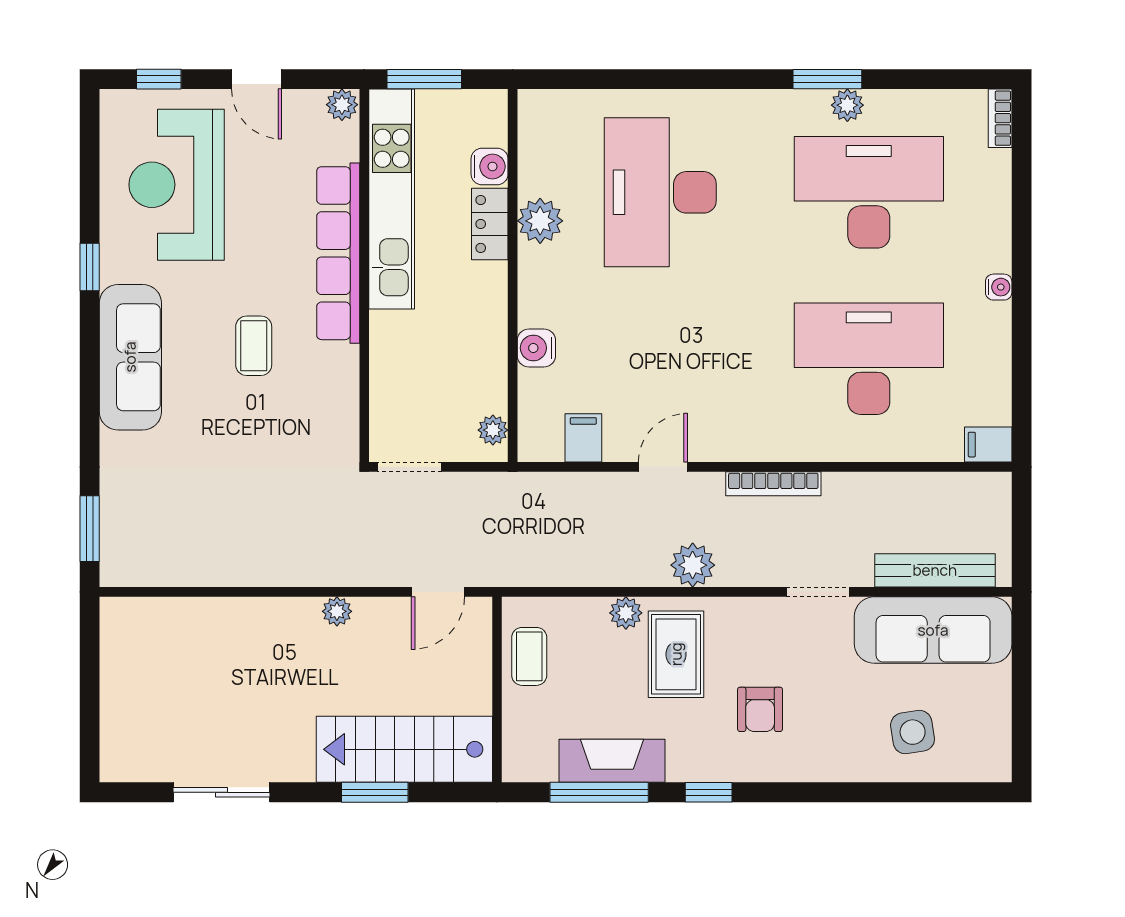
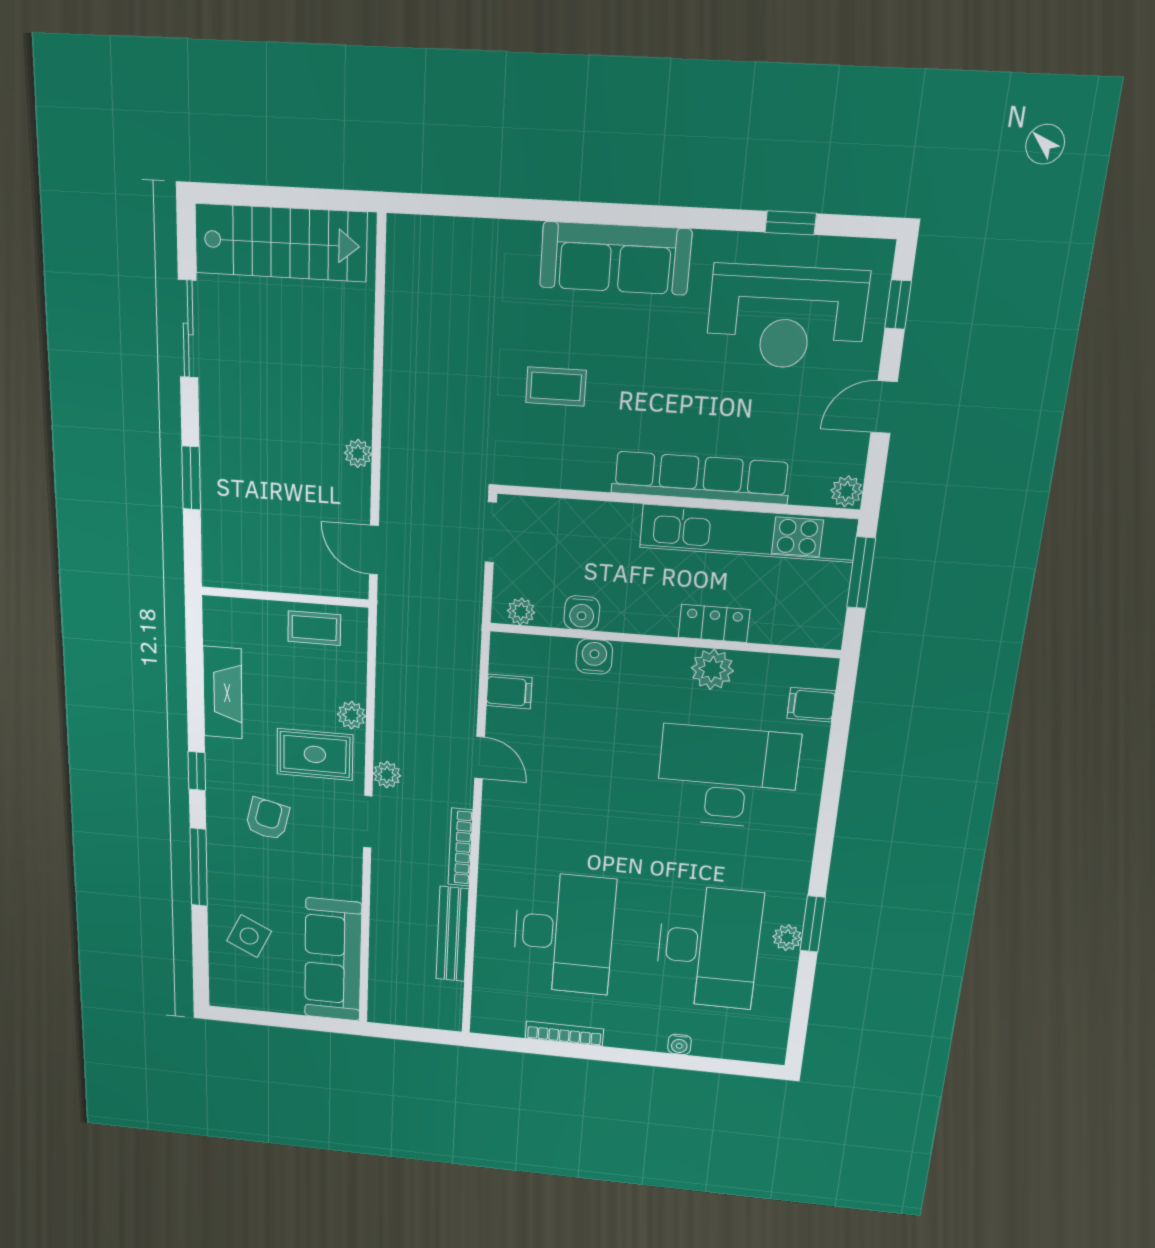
bookcase: (1000, 118) -> (564, 1034), moved, width x1.56
water cooler: (490, 166) -> (582, 613), moved
reception desk: (177, 185) -> (786, 317), turned 180
window: (90, 267) -> (791, 223), moved
water cooler: (999, 287) -> (679, 1044), moved
coffee table: (254, 346) -> (556, 386), moved
filing cabinet: (988, 445) -> (811, 705), moved, turned -90
window: (90, 529) -> (445, 205), removed
plant: (693, 565) -> (387, 775), width x0.73, depth x0.73
bench: (935, 570) -> (452, 934), moved
doorway: (818, 592) -> (368, 822), moved
armchair: (760, 709) -> (268, 819), turned 103
side table: (913, 732) -> (249, 936), turned 35
stairs: (404, 749) -> (281, 243), moved, turned 90
window: (599, 792) -> (199, 867), moved

